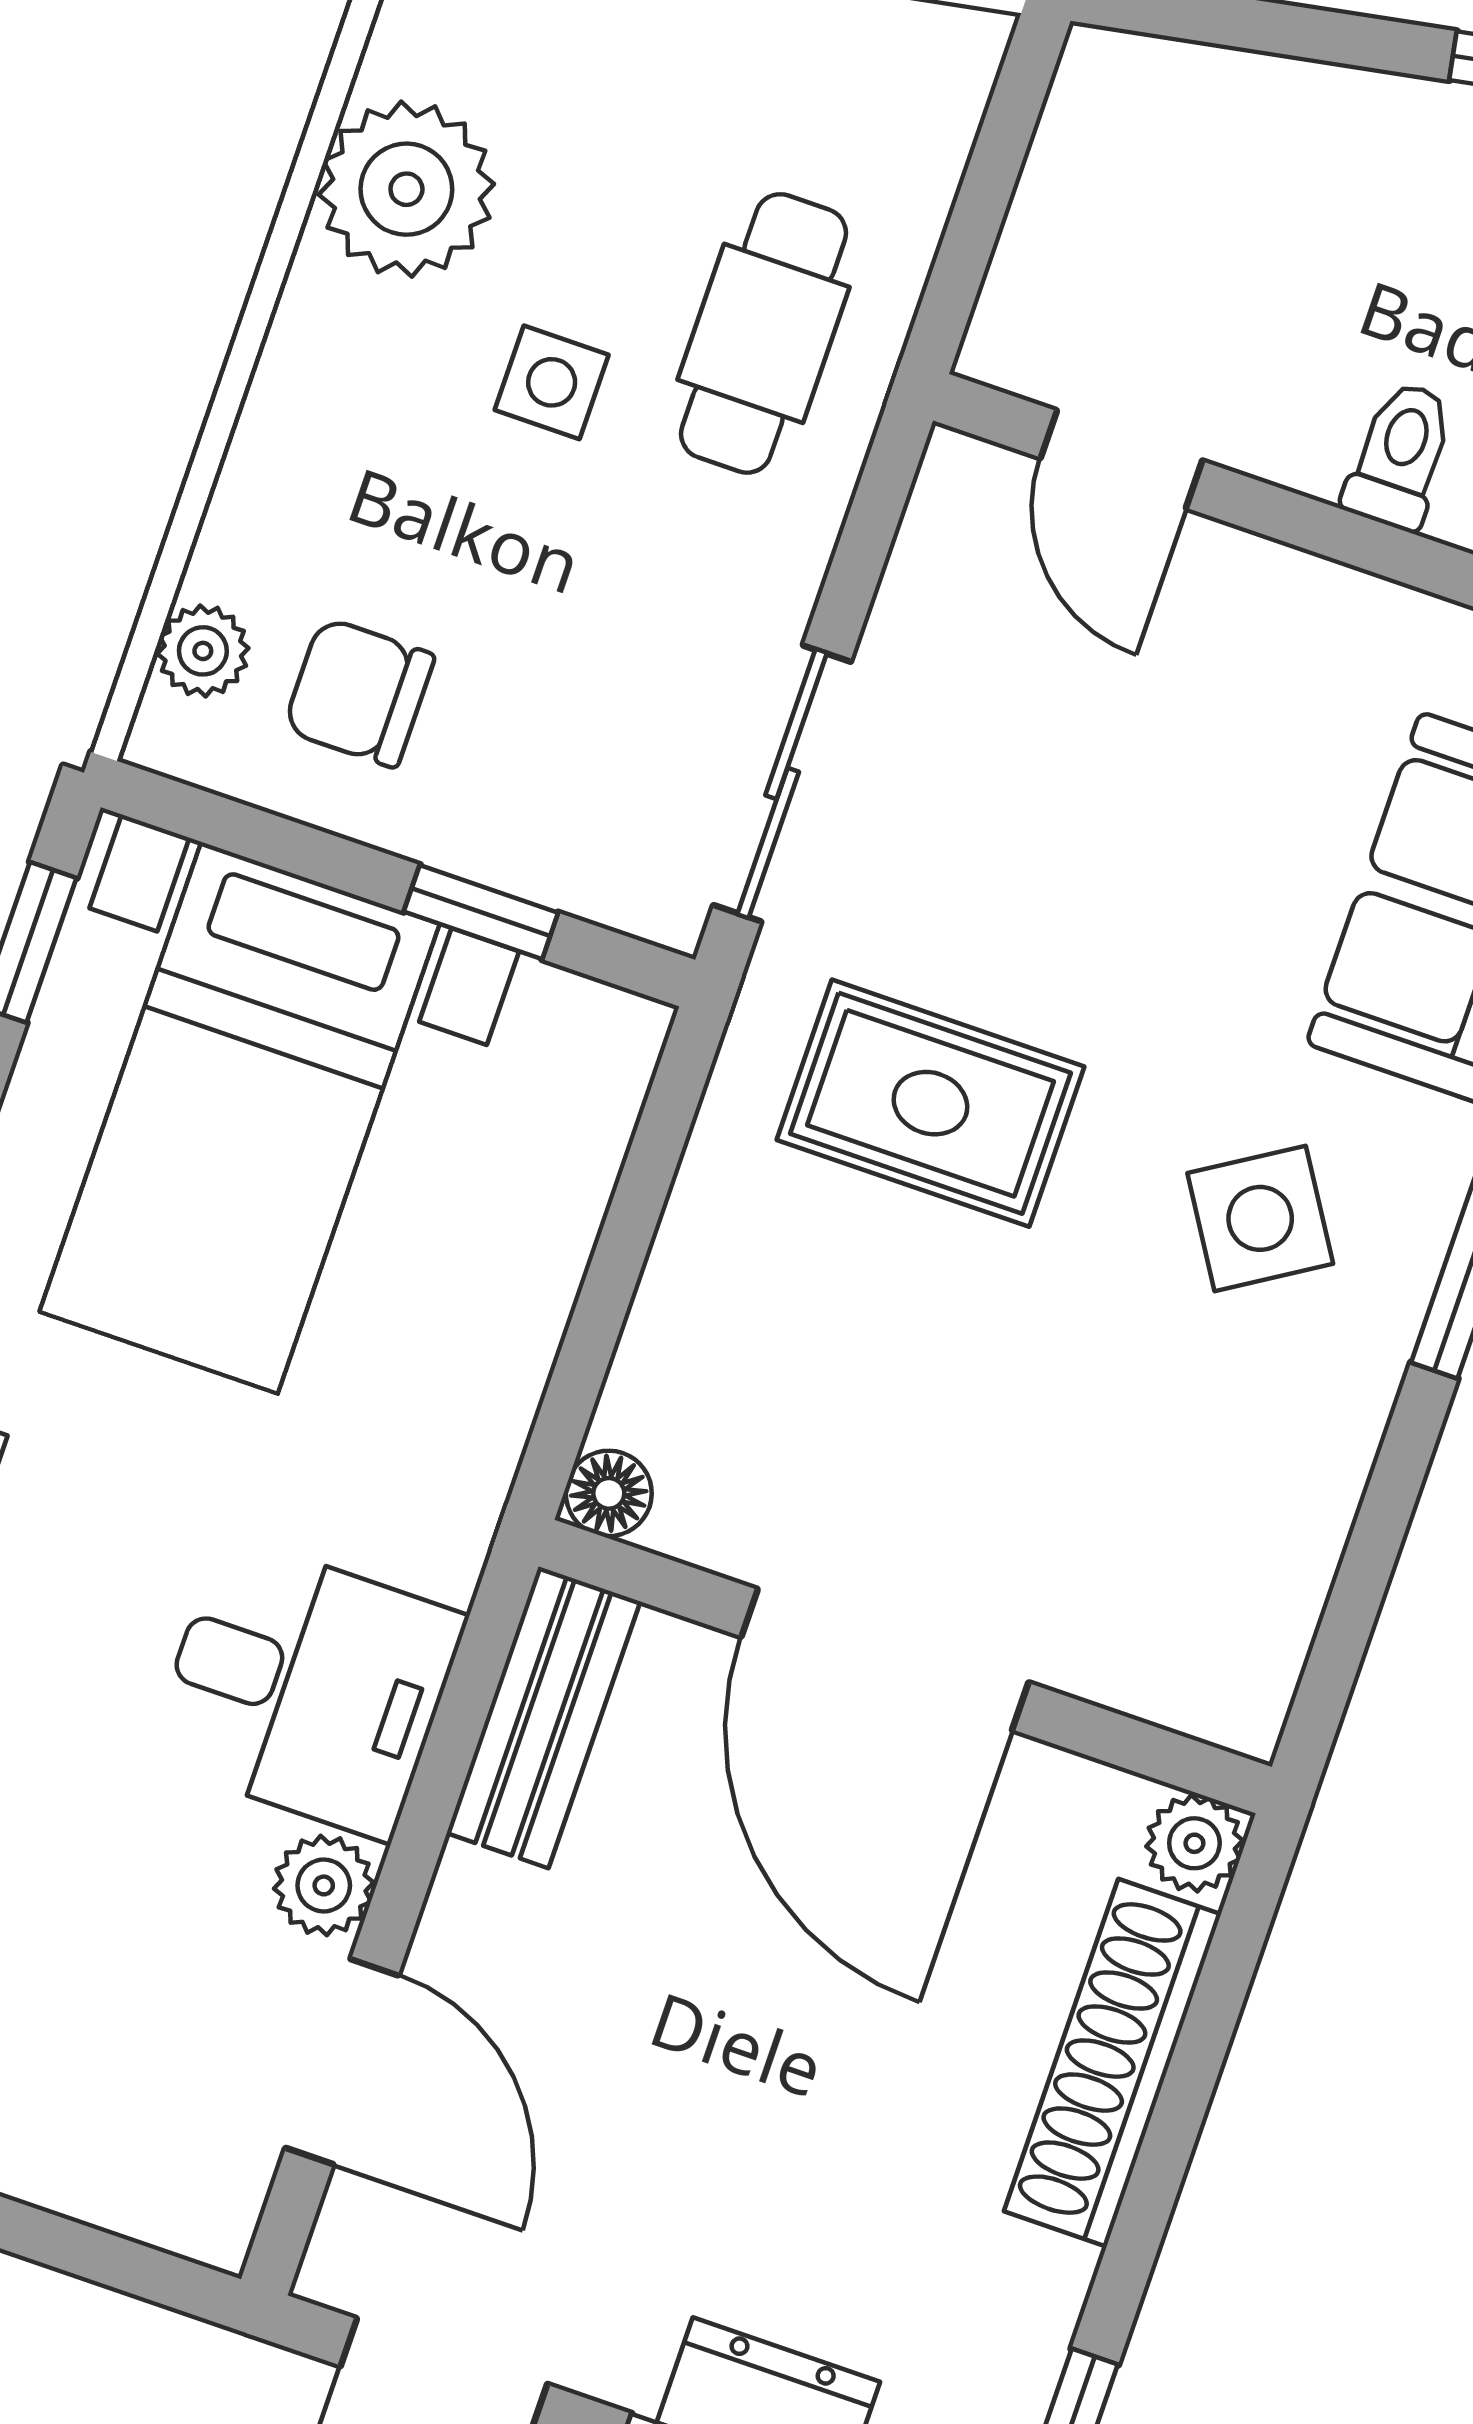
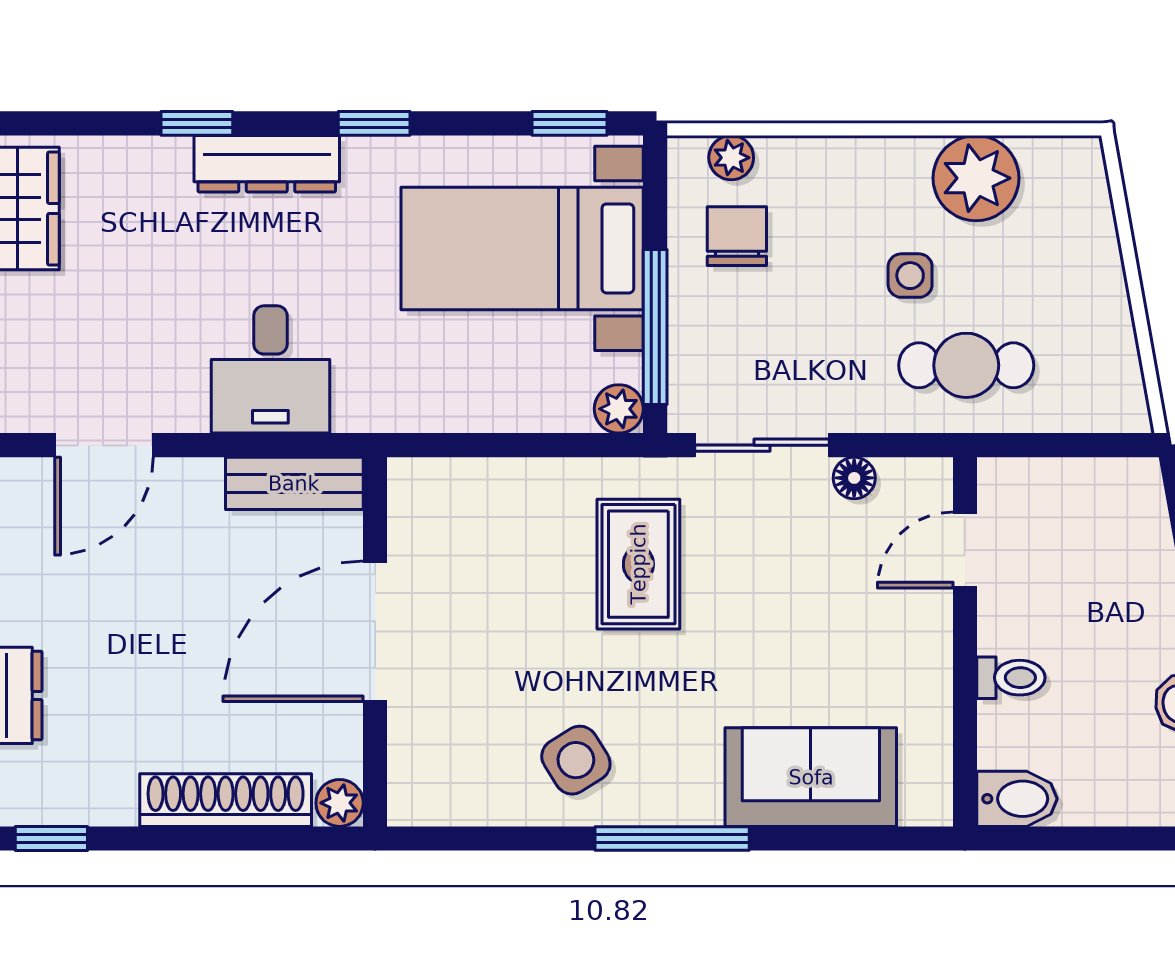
window: (481, 912) -> (655, 327), width x2.17
side table: (1260, 1218) -> (576, 760), moved
floor lamp: (609, 1493) -> (854, 478), moved
plant: (324, 1885) -> (619, 409), moved

